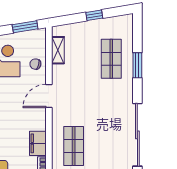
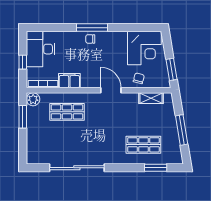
window: (94, 15) -> (182, 130), width x2.17
window: (137, 65) -> (156, 168), moved

